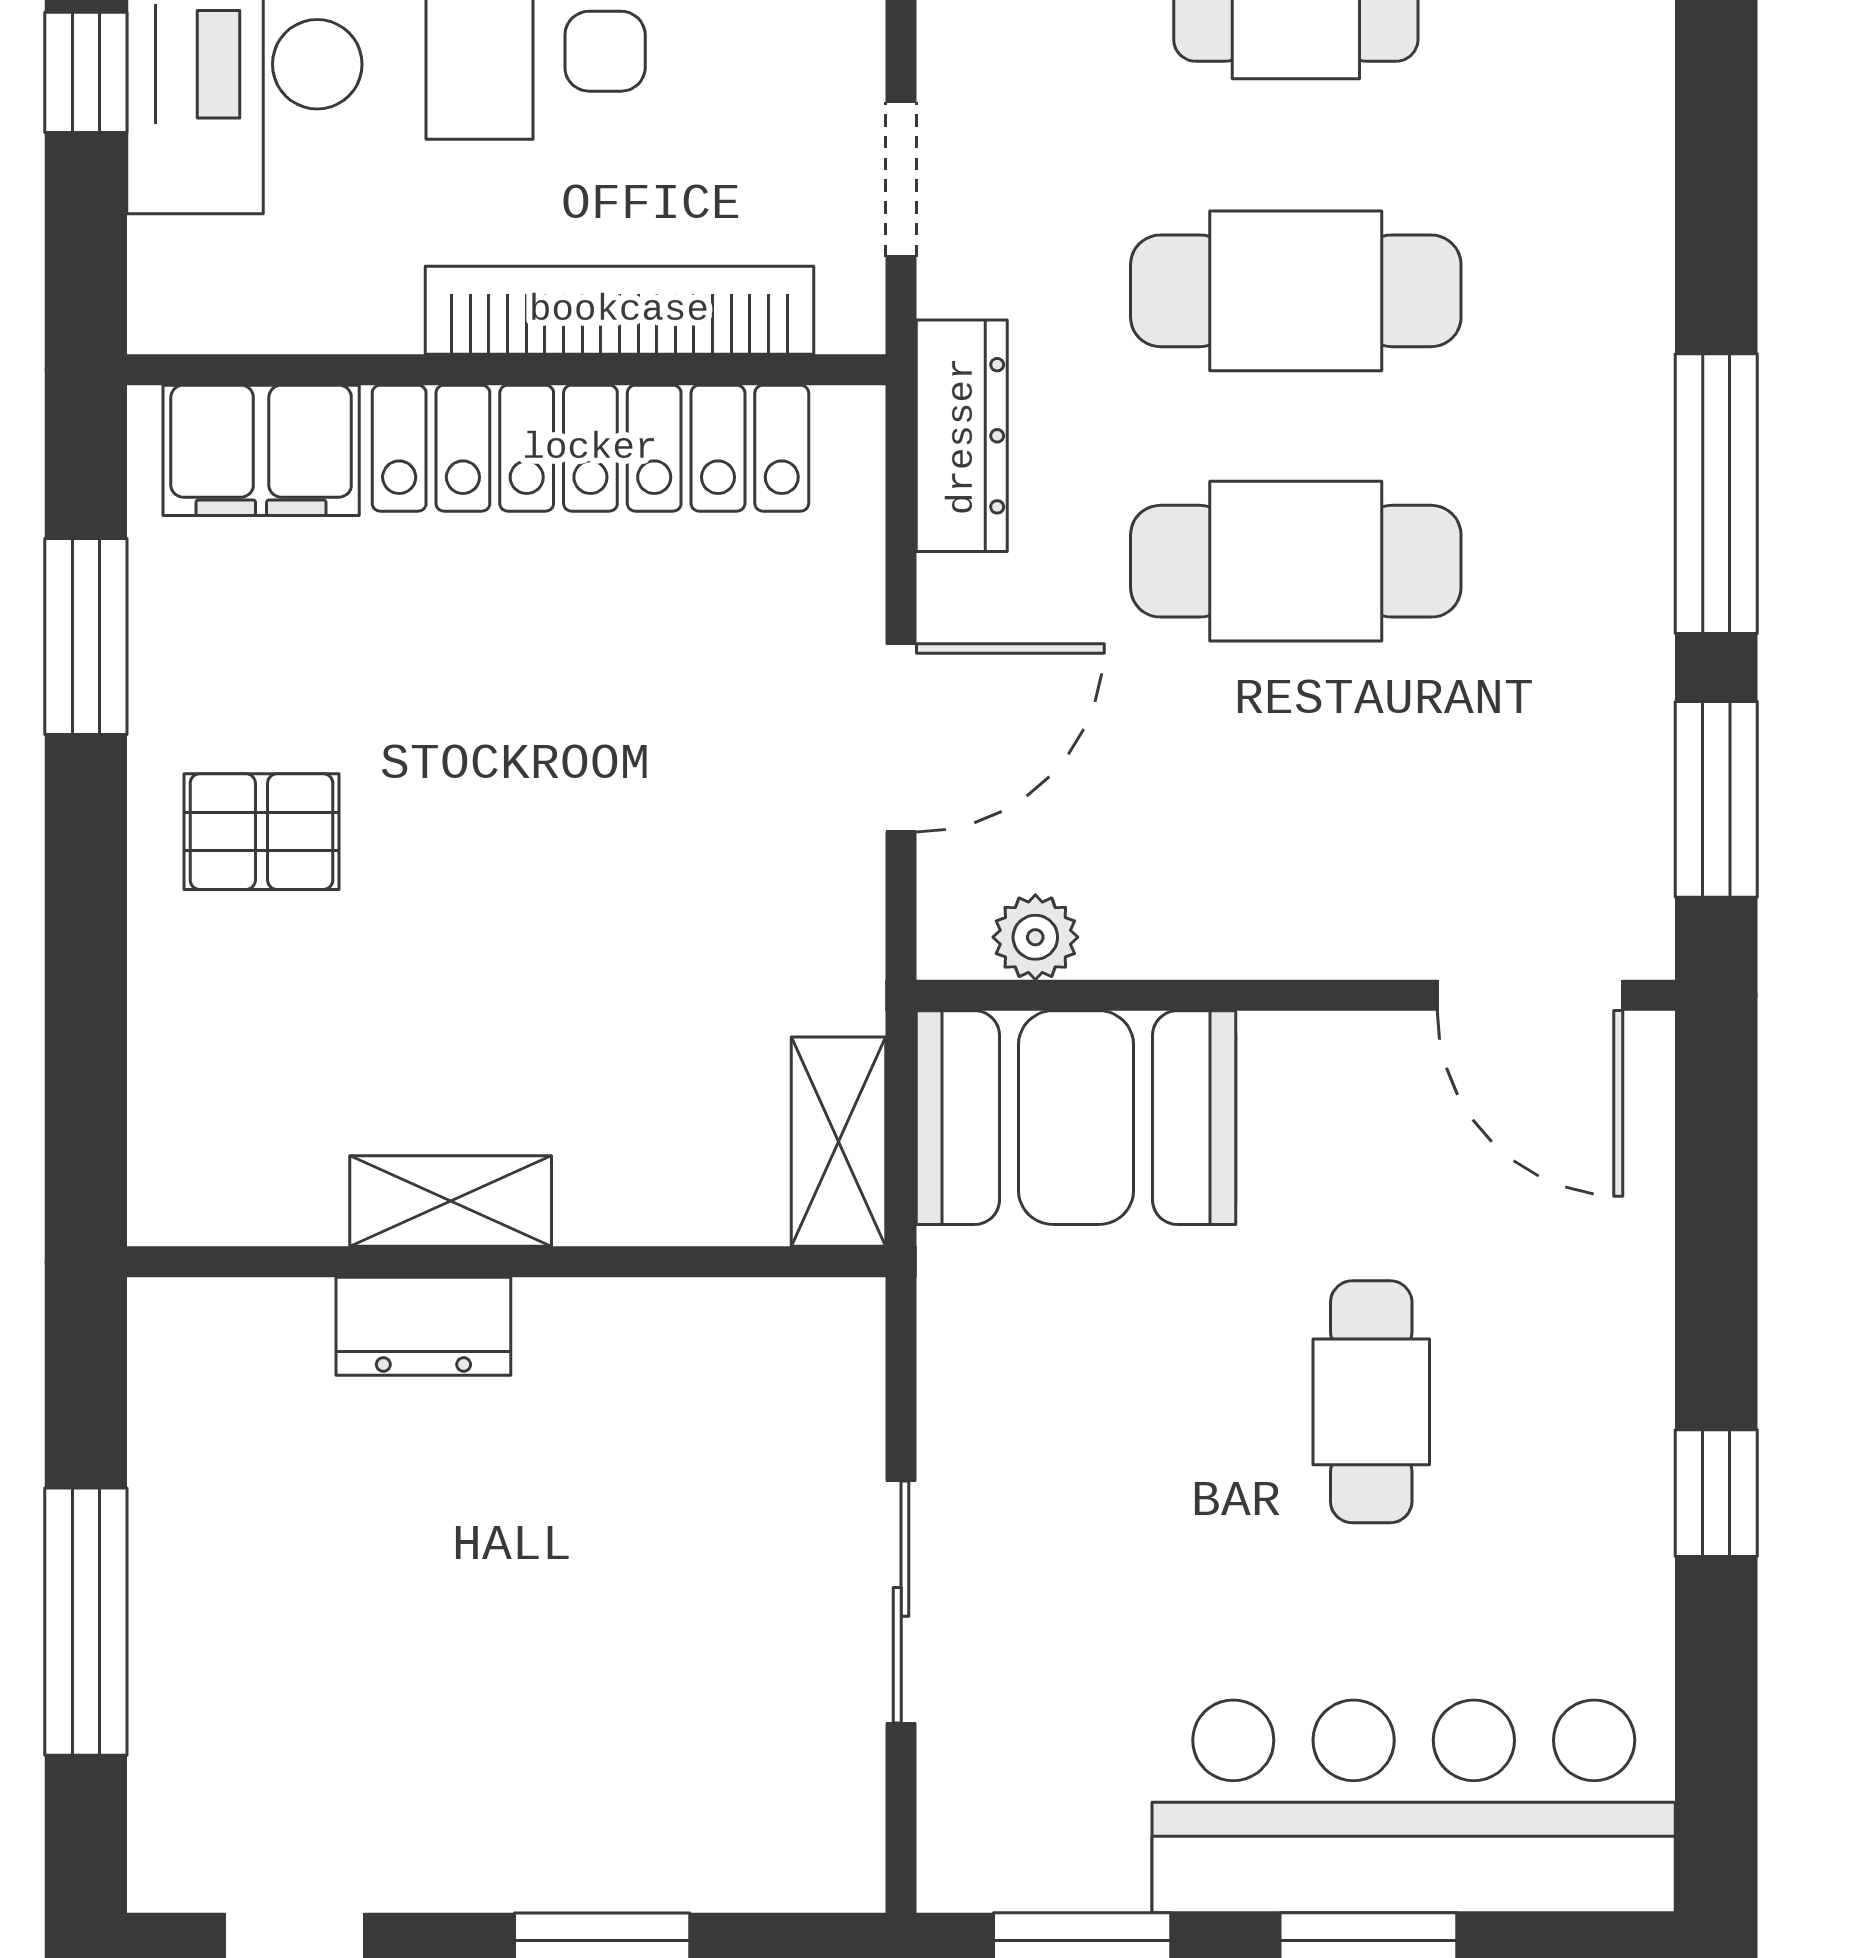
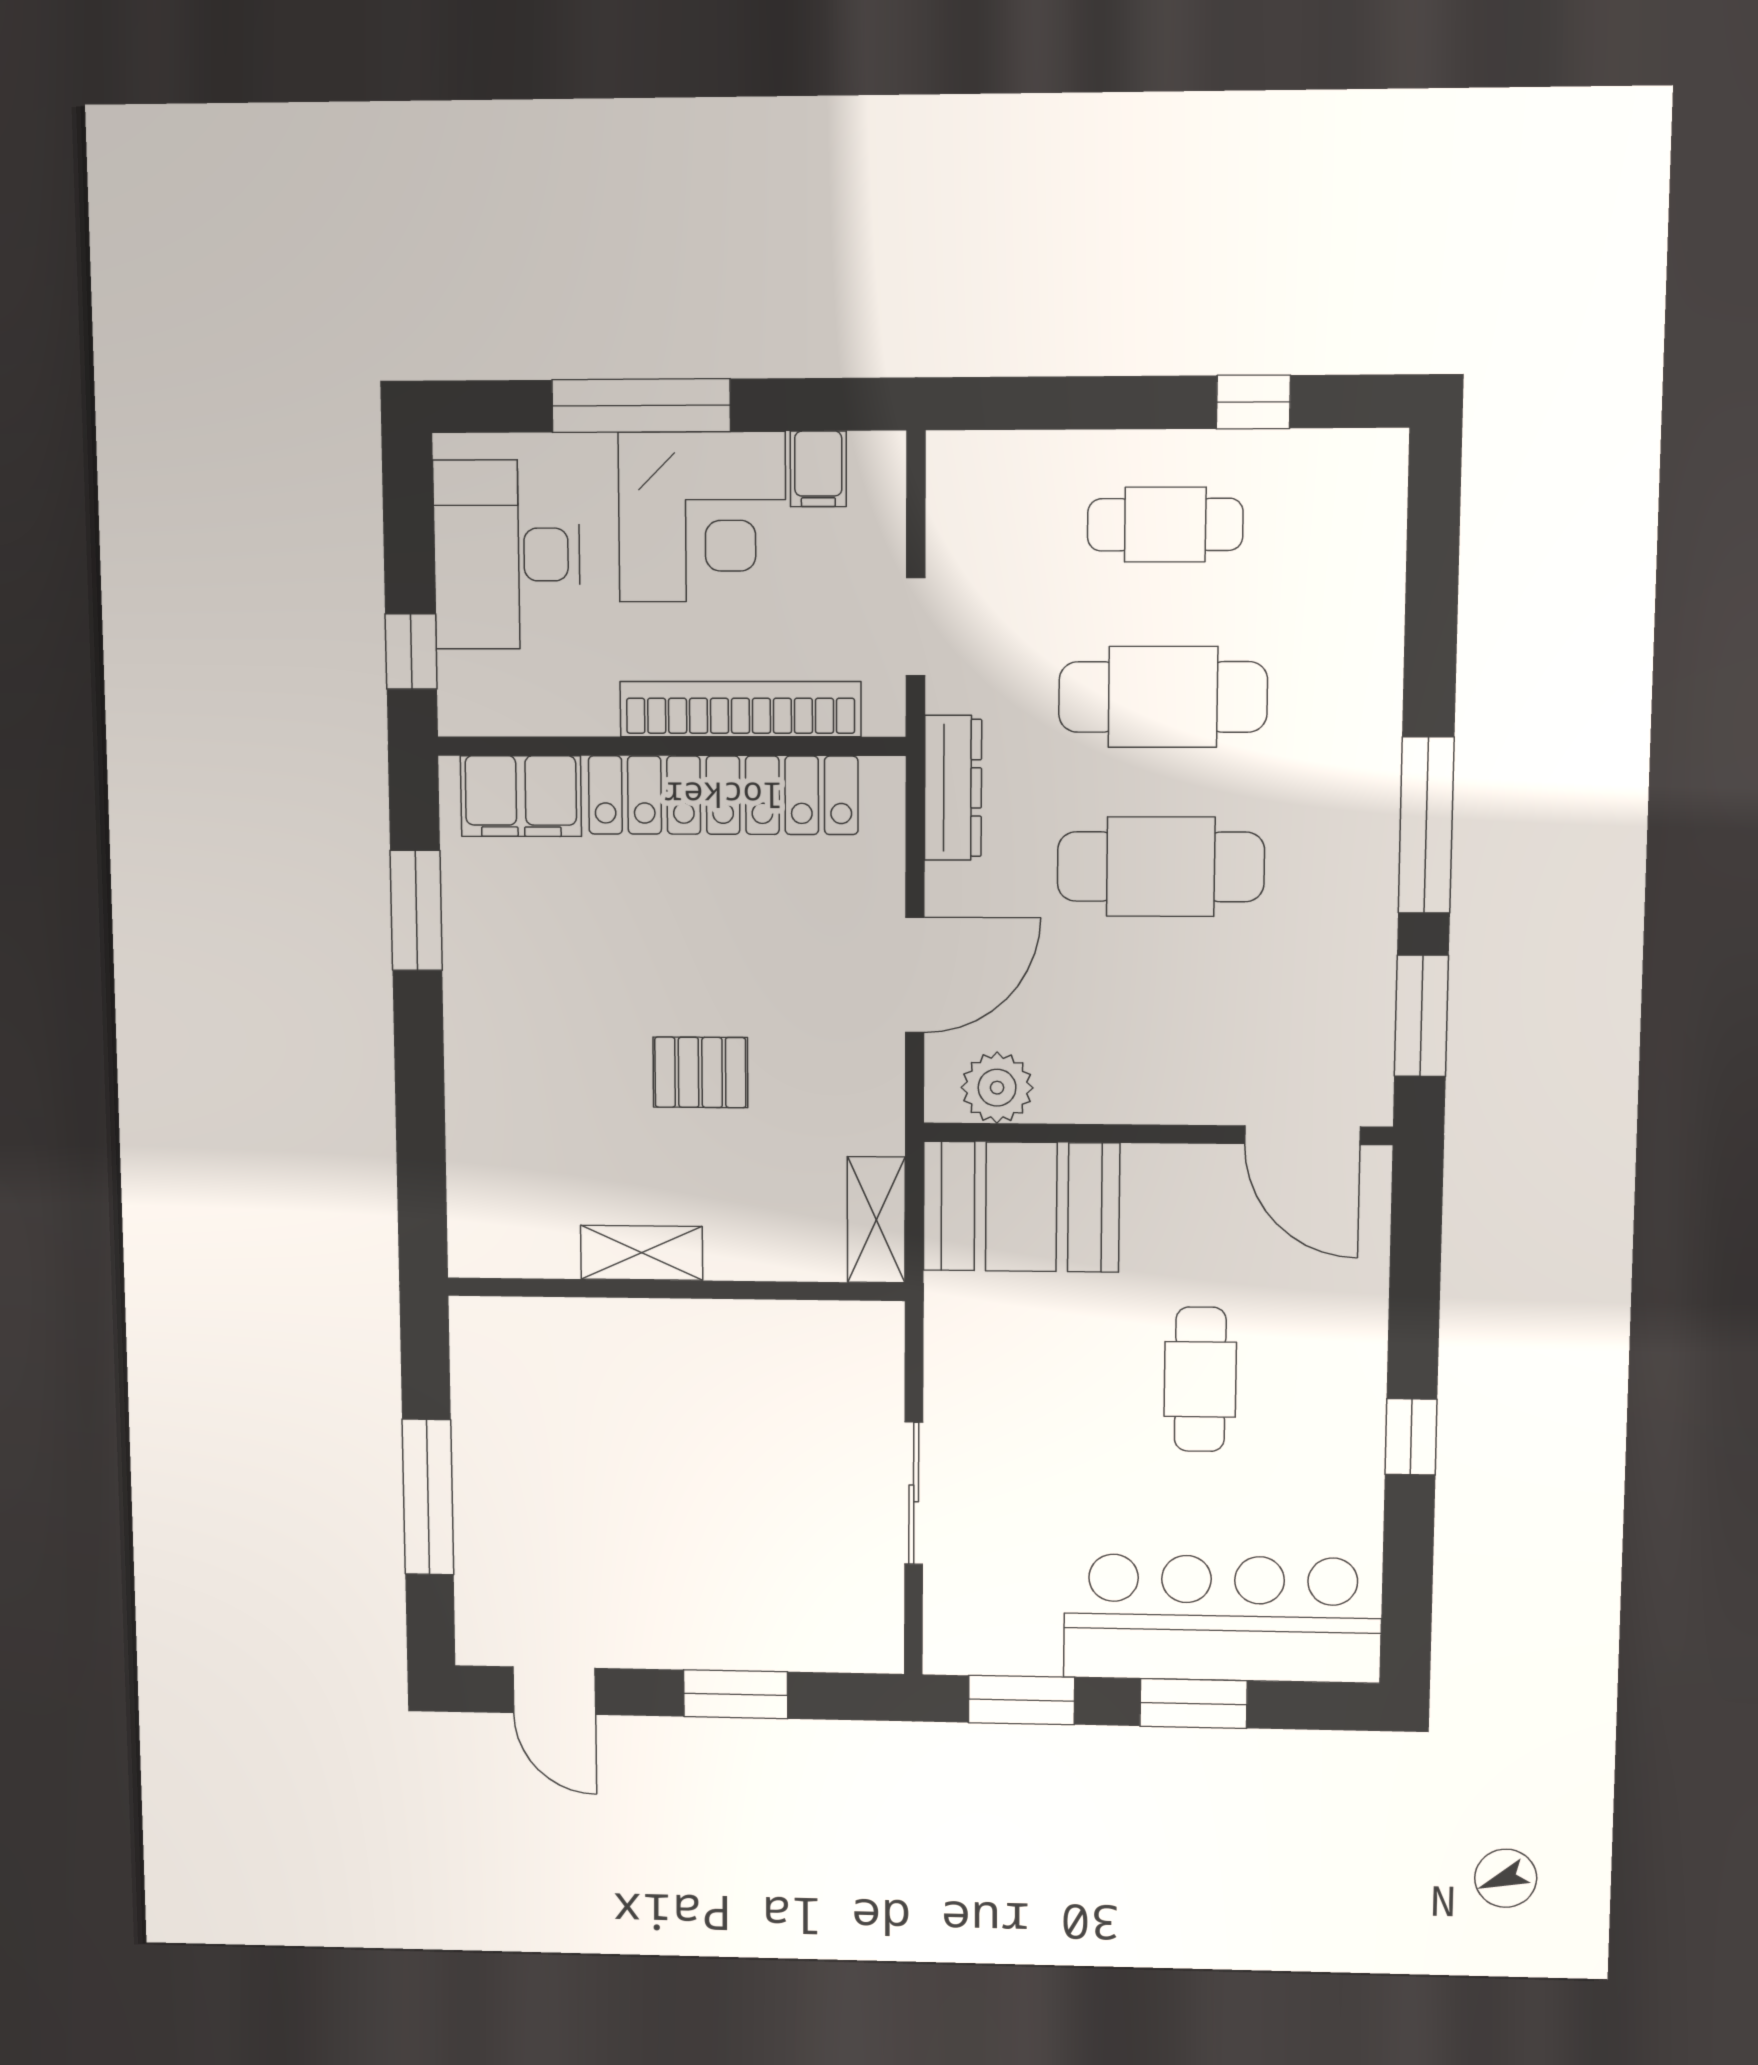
window: (86, 72) -> (411, 651), moved
pallet: (261, 832) -> (700, 1072), moved
plant: (1035, 937) -> (997, 1088), width x1.38, depth x1.38
dresser: (423, 1326) -> (626, 1327), removed

